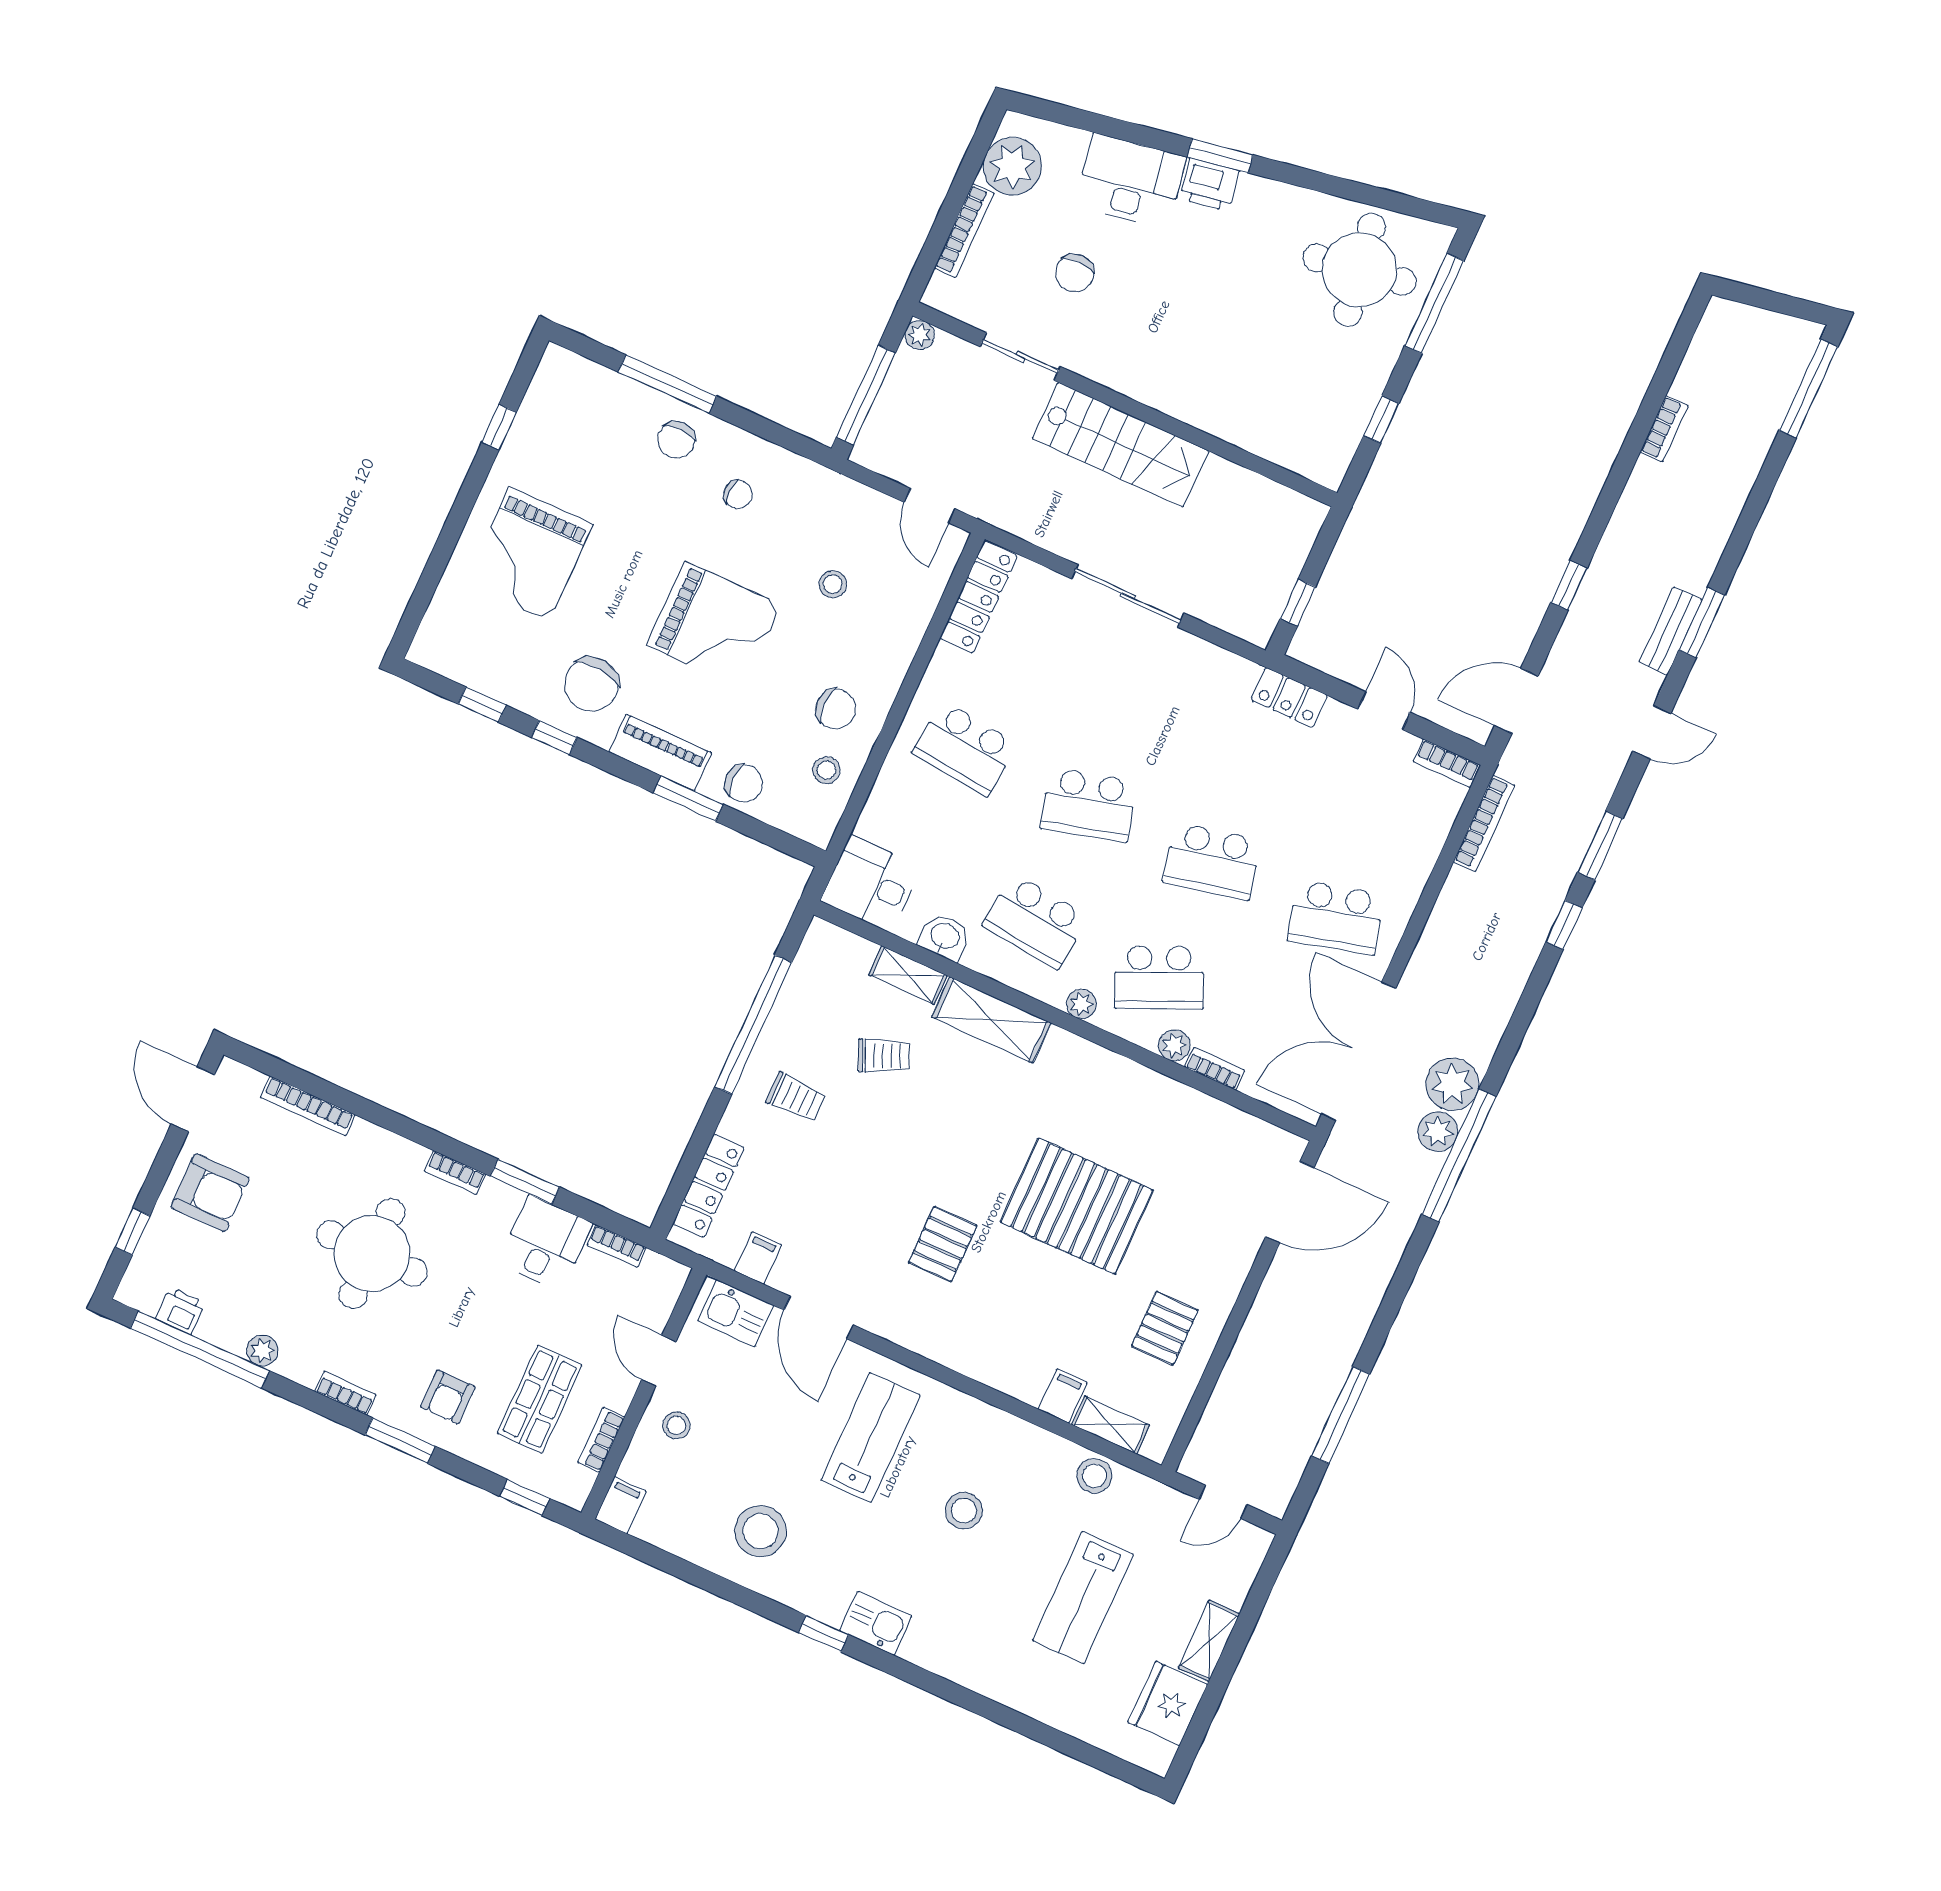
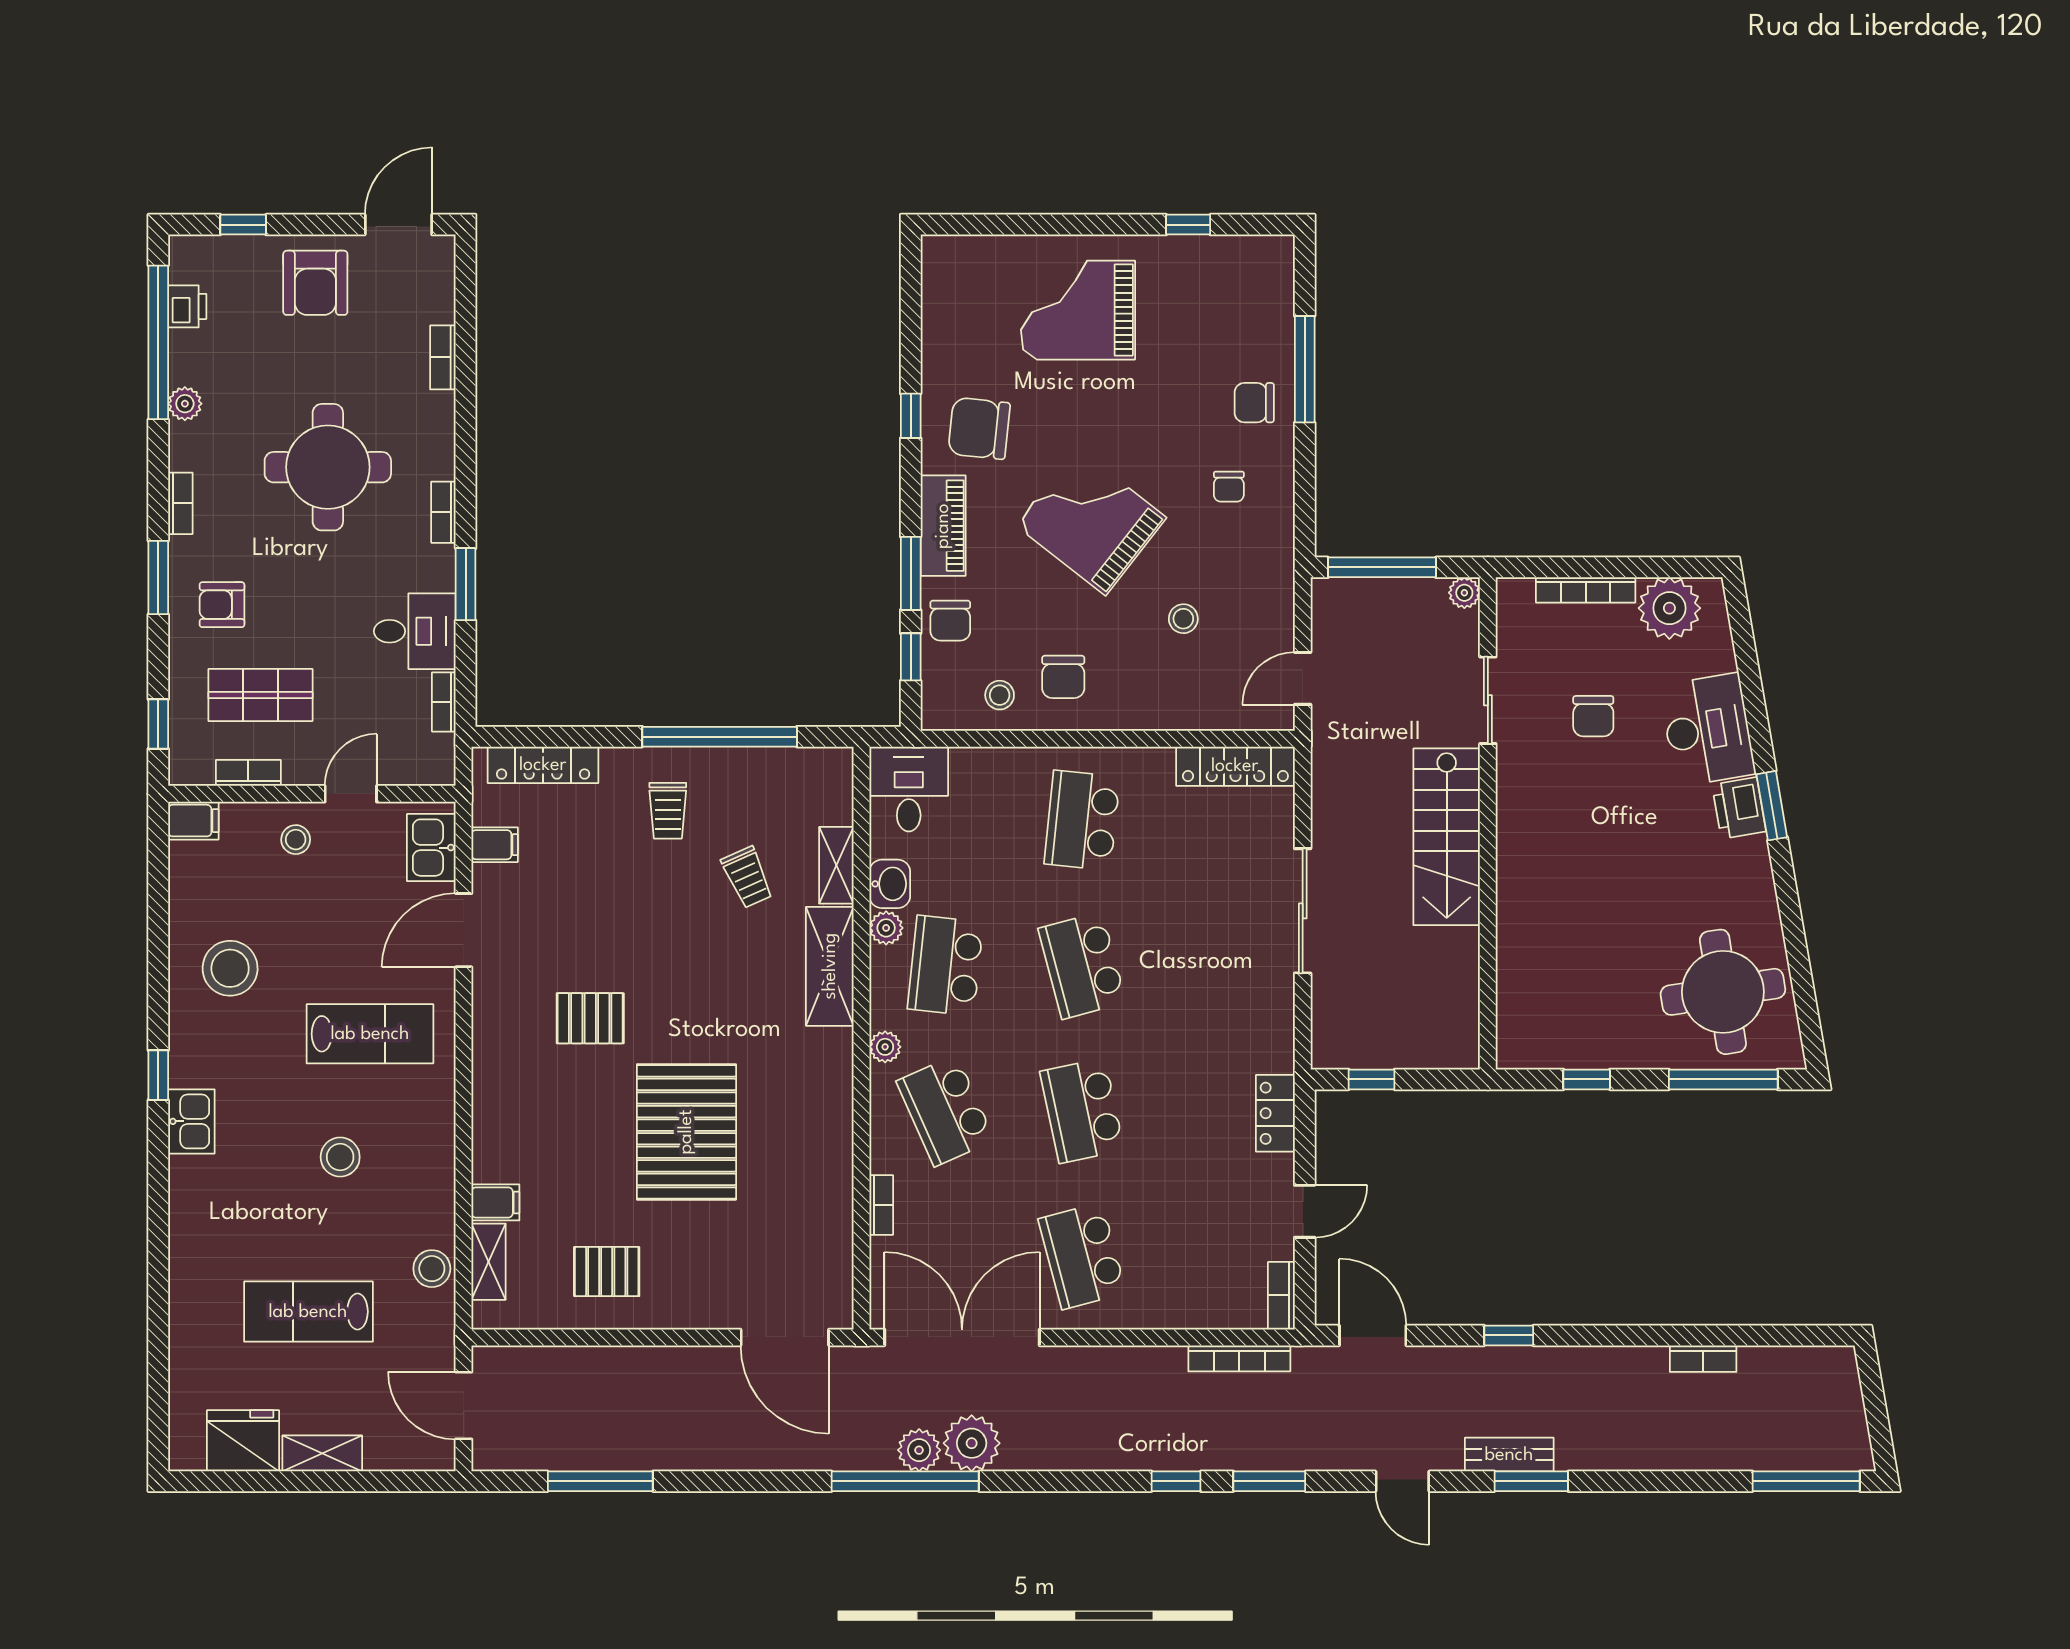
chair: (1075, 273) -> (1593, 716), turned -90
grand piano: (714, 625) -> (1091, 521), turned 128
window: (482, 705) -> (911, 657), moved
plant: (1174, 1045) -> (886, 928), moved
bookcase: (308, 1106) -> (443, 357), width x0.64
door: (1223, 1502) -> (464, 1406), width x1.38

